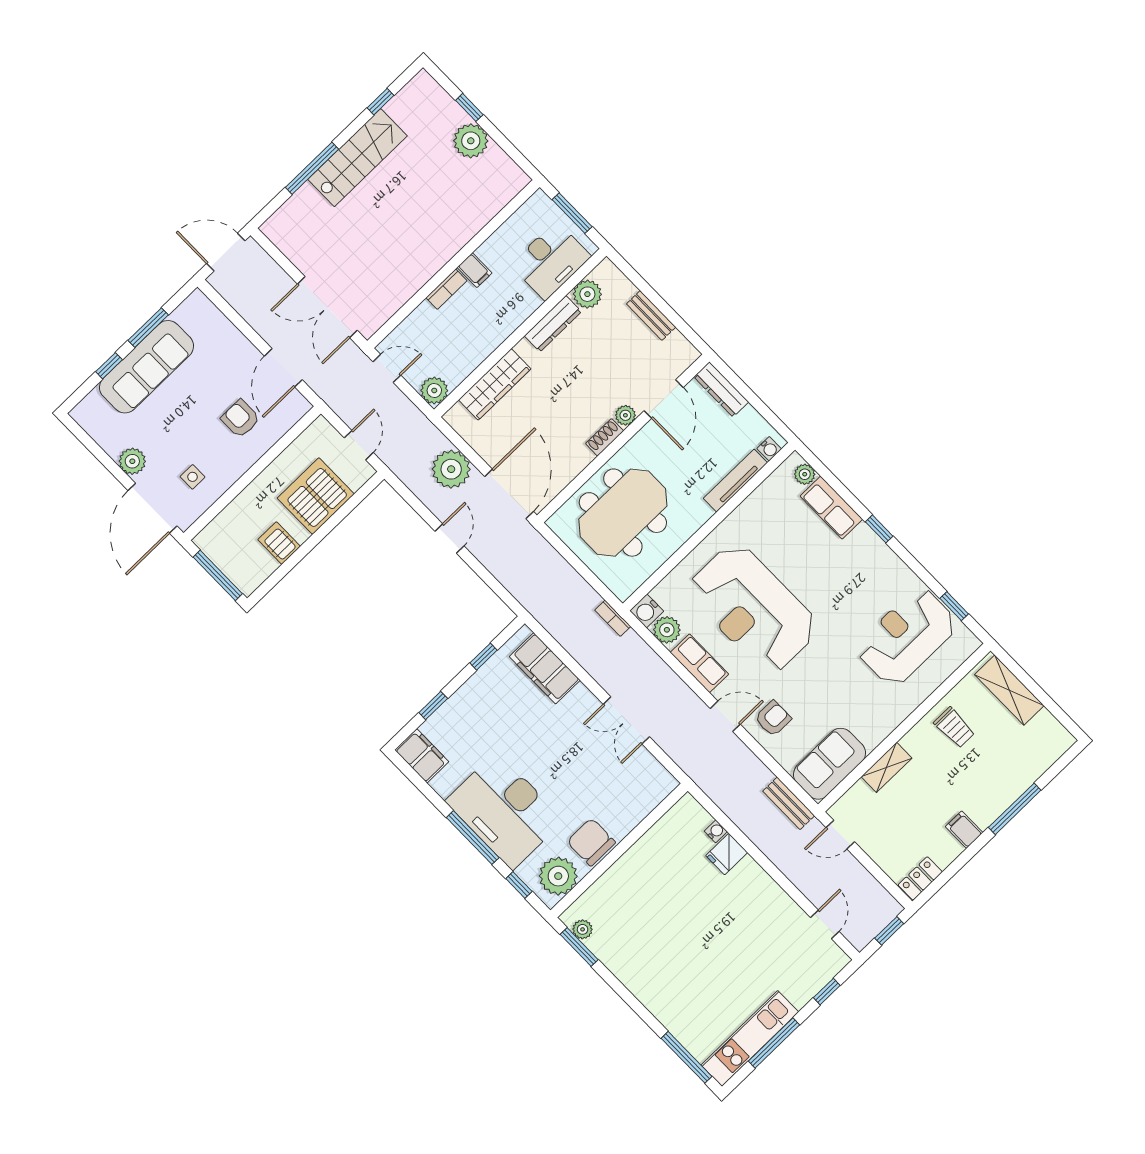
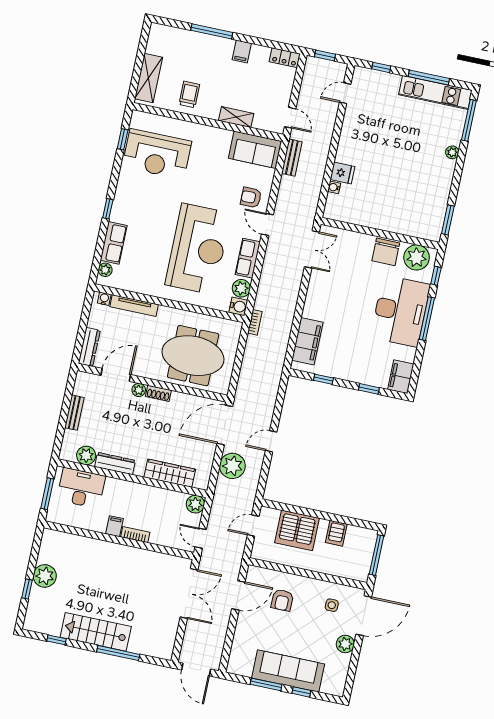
double door: (626, 720) -> (312, 249), moved
plant: (583, 929) -> (452, 152), moved

